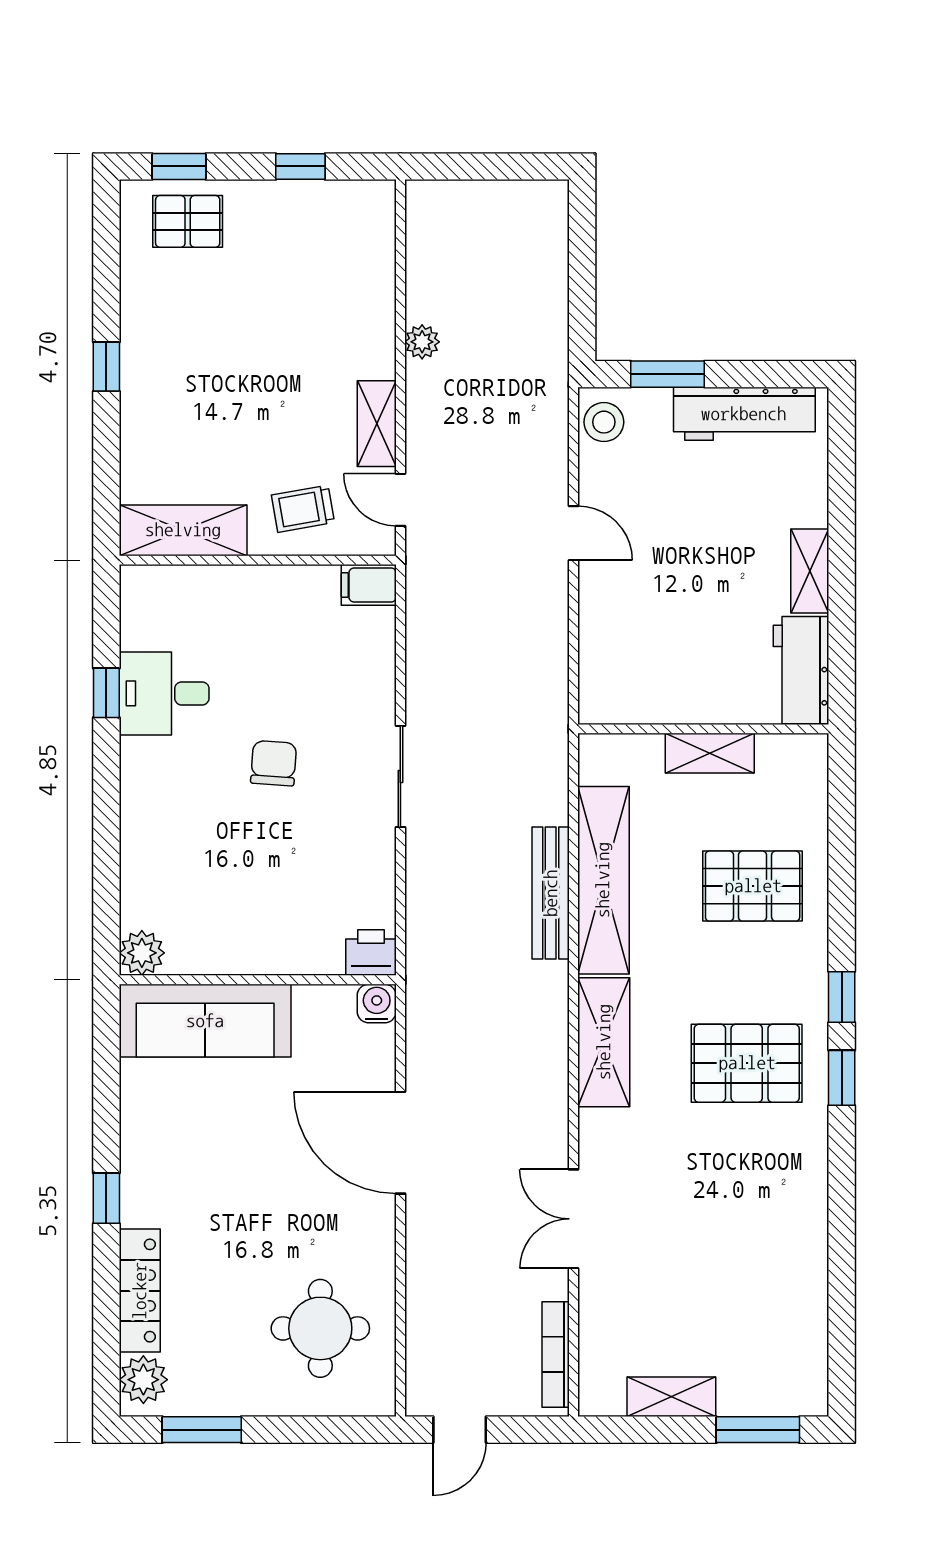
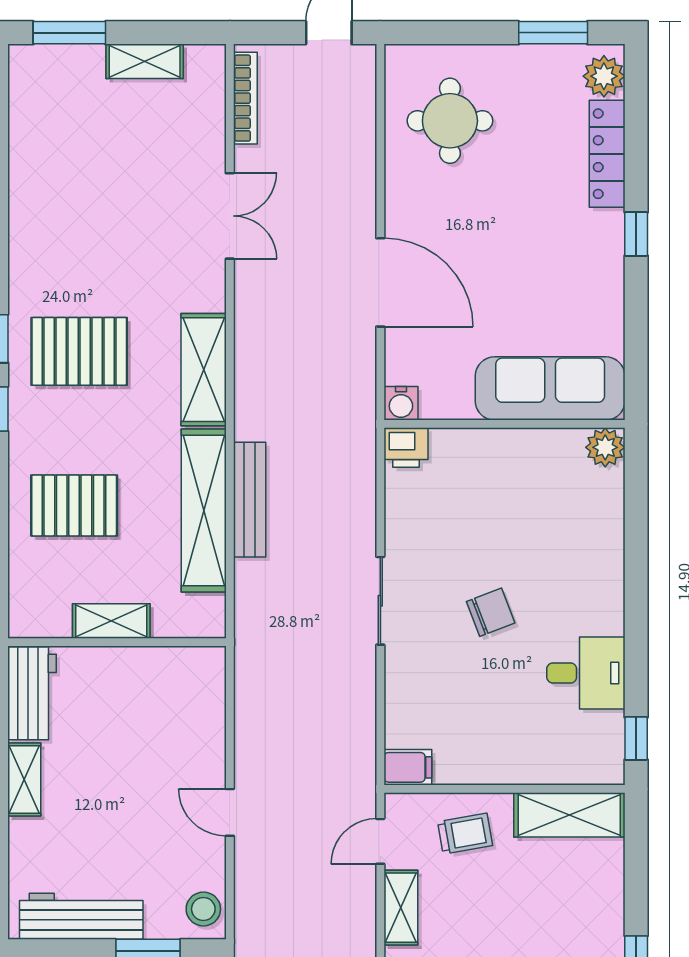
door: (400, 500) -> (380, 841), swing flipped
window: (106, 693) -> (636, 738), moved
chair: (274, 763) -> (491, 612), turned -115

